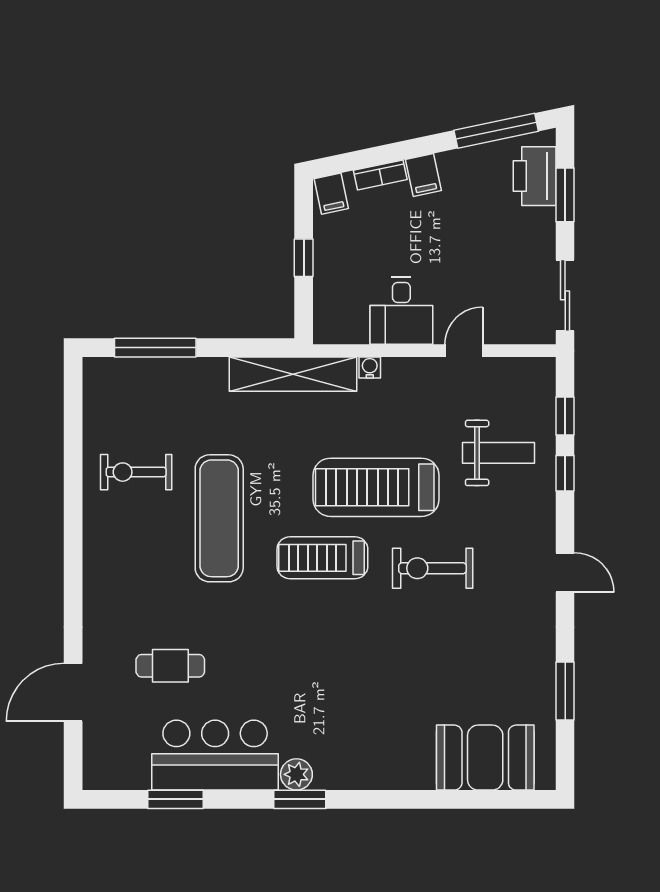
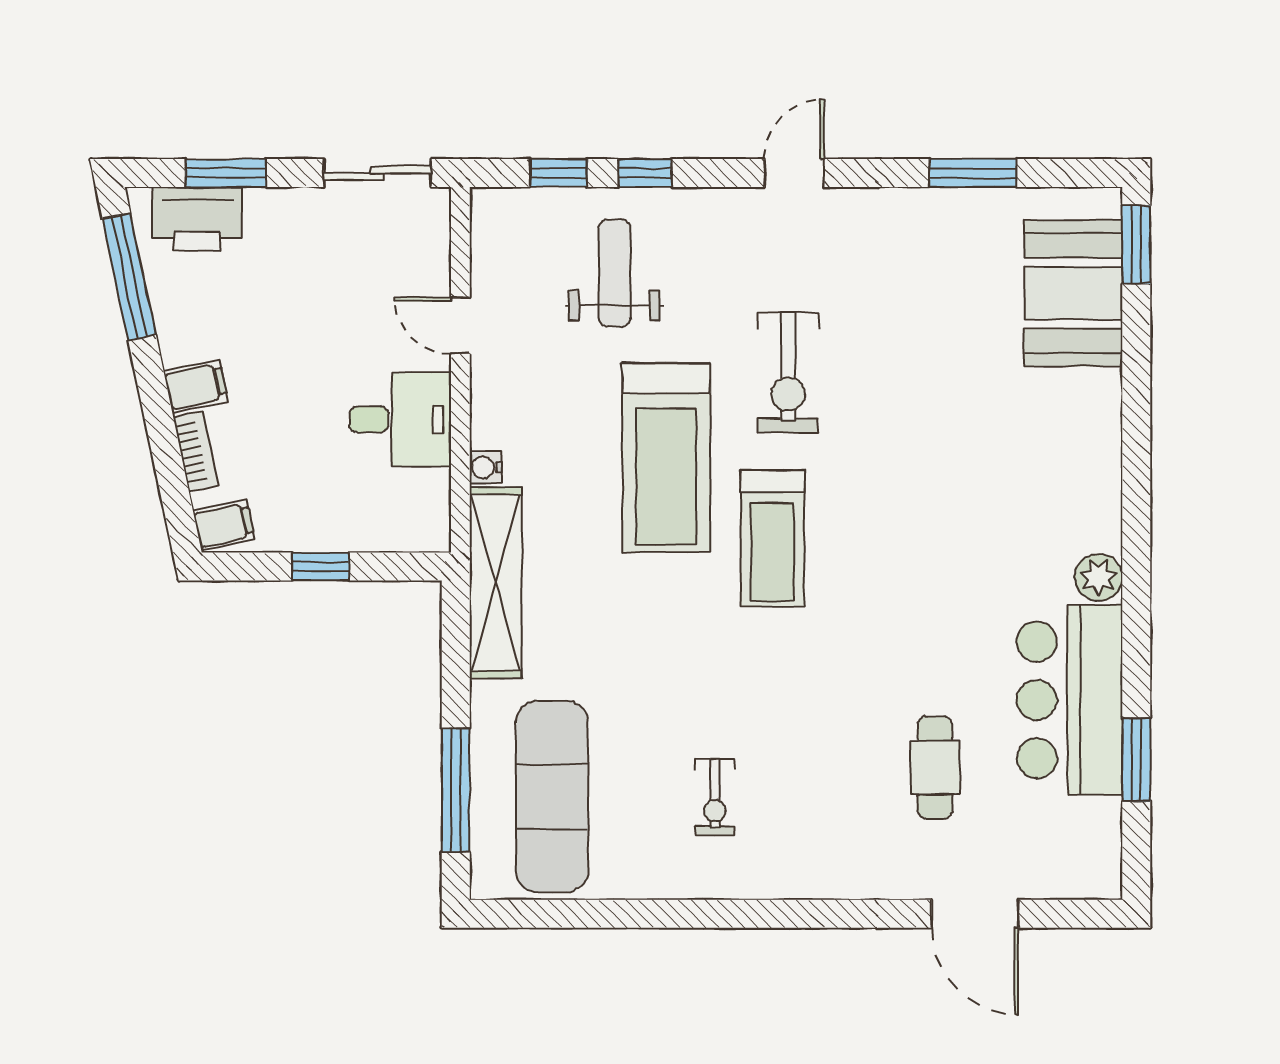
exercise bike: (136, 472) -> (715, 797), moved, width x0.73, depth x0.72
exercise mat: (219, 518) -> (552, 797), moved, turned 90
window: (300, 799) -> (1136, 245), moved

